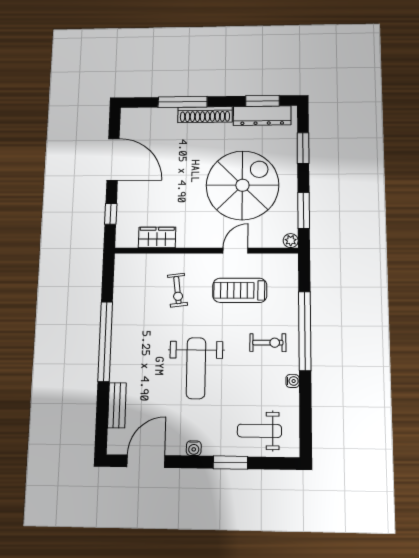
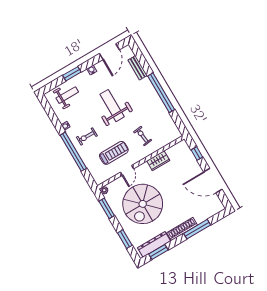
wardrobe: (157, 237) -> (158, 161), moved

